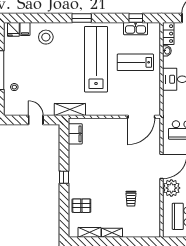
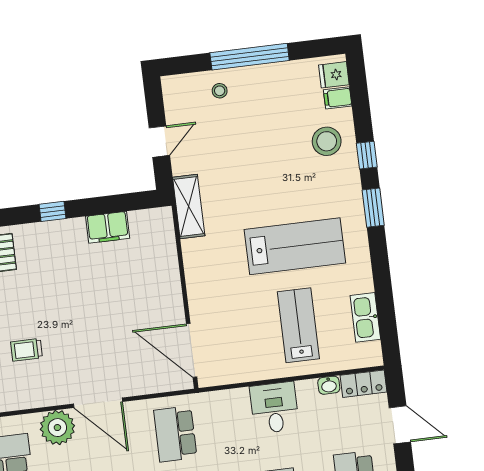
window: (136, 18) -> (367, 155), moved
lab bench: (96, 59) -> (295, 246), width x0.73
filing cabinet: (75, 134) -> (108, 227), moved

